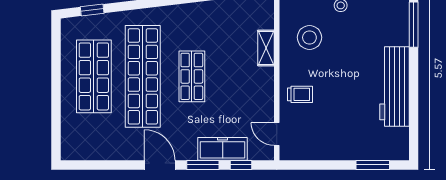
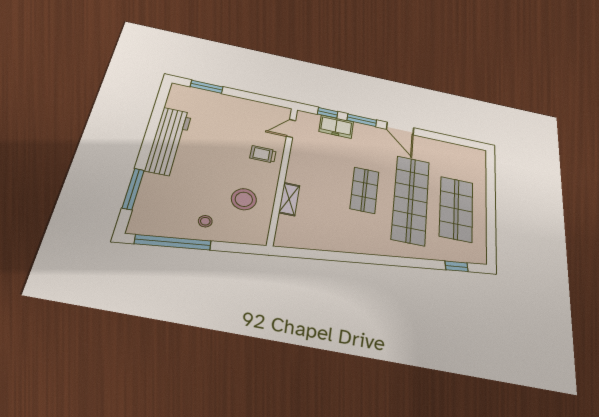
door: (277, 134) -> (291, 128), swing flipped
freezer: (223, 149) -> (336, 127), width x0.71

